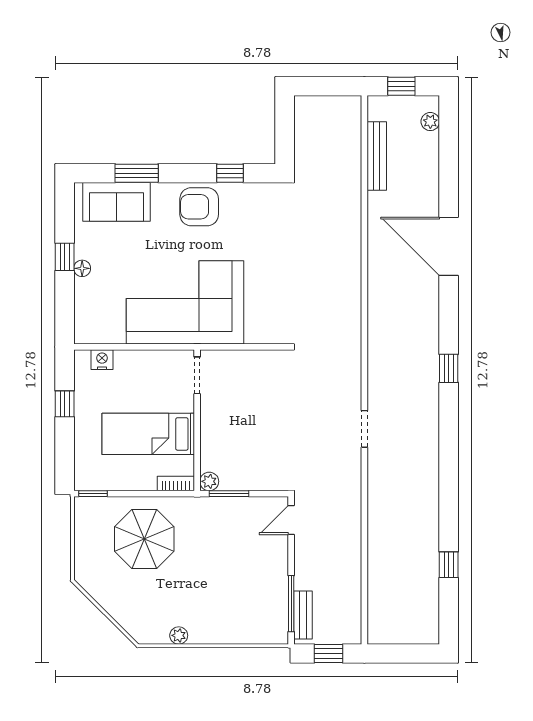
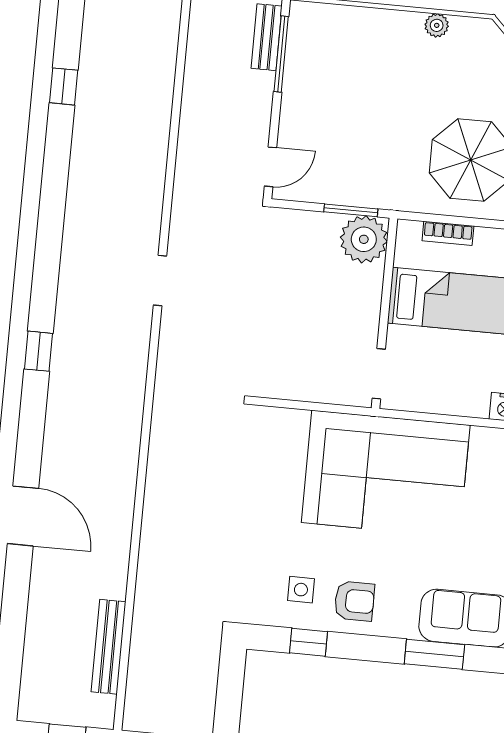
plant: (430, 122) -> (32, 686), removed
armchair: (199, 207) -> (354, 601), width x0.72, depth x0.72
side table: (239, 211) -> (301, 590), added
door: (449, 246) -> (23, 516), width x0.73
plant: (209, 481) -> (364, 239), width x1.88, depth x1.88
bookcase: (176, 483) -> (448, 233), moved

